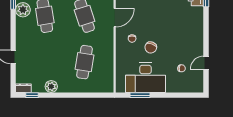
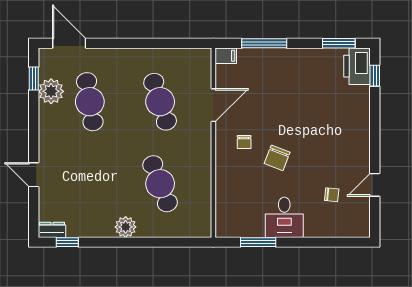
cafe table: (85, 62) -> (160, 184), turned -30
desk: (145, 78) -> (284, 217), width x0.53, depth x0.77
plant: (51, 86) -> (126, 227), moved

